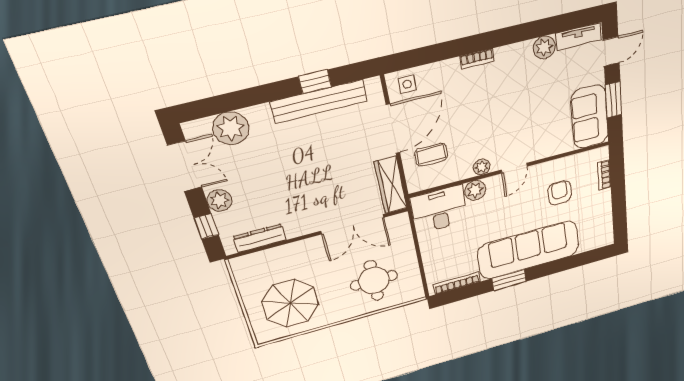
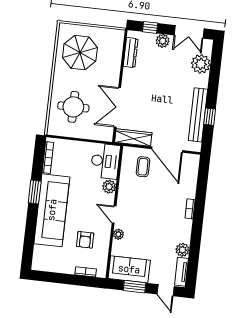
side table: (407, 84) -> (190, 166), removed
plant: (482, 167) -> (118, 234), moved
armchair: (560, 193) -> (85, 240), turned 90

